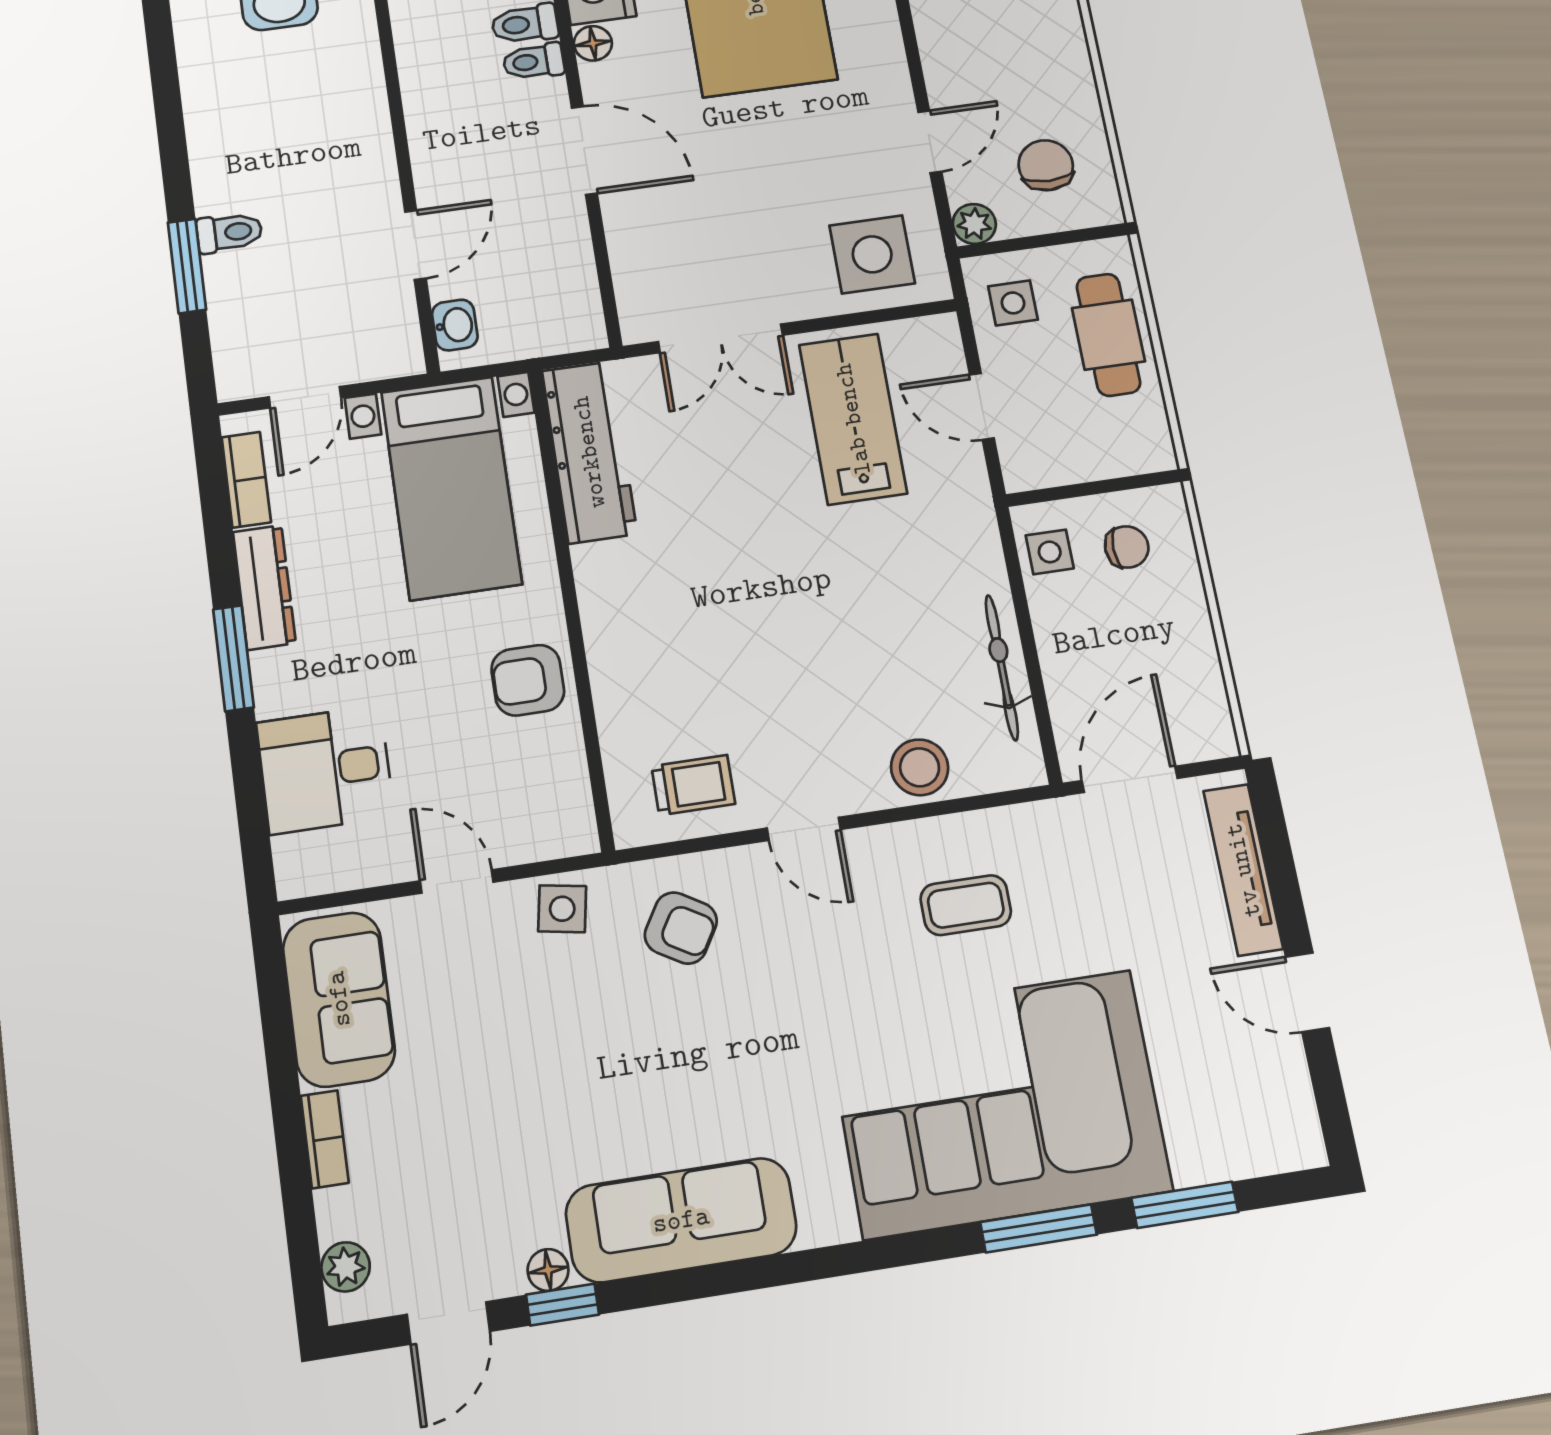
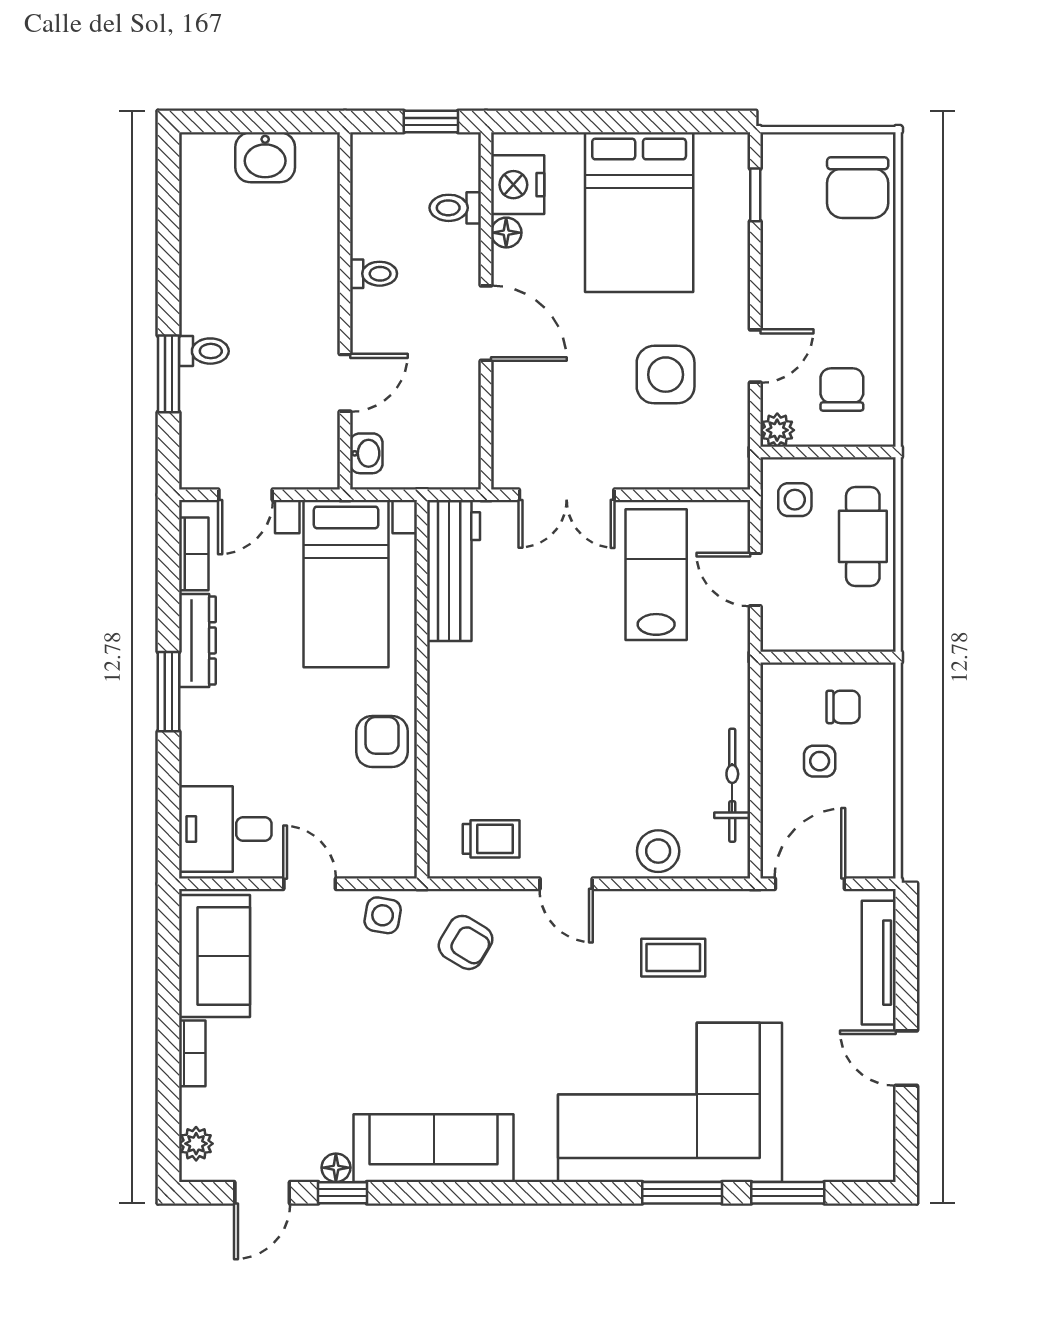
toilet: (534, 61) -> (374, 274), moved, turned 180
side table: (872, 254) -> (666, 375), moved
side table: (1050, 552) -> (820, 761), moved
armchair: (528, 680) -> (382, 742), turned 90
desk: (325, 770) -> (225, 829), moved

